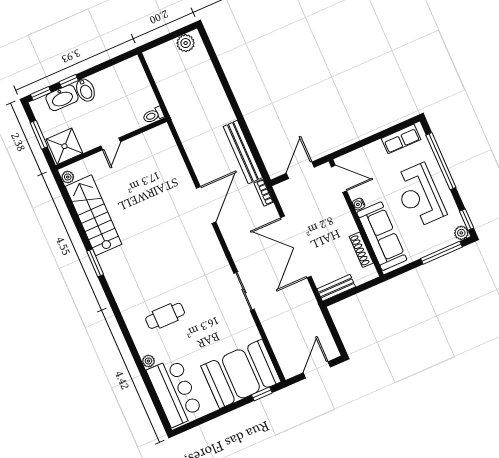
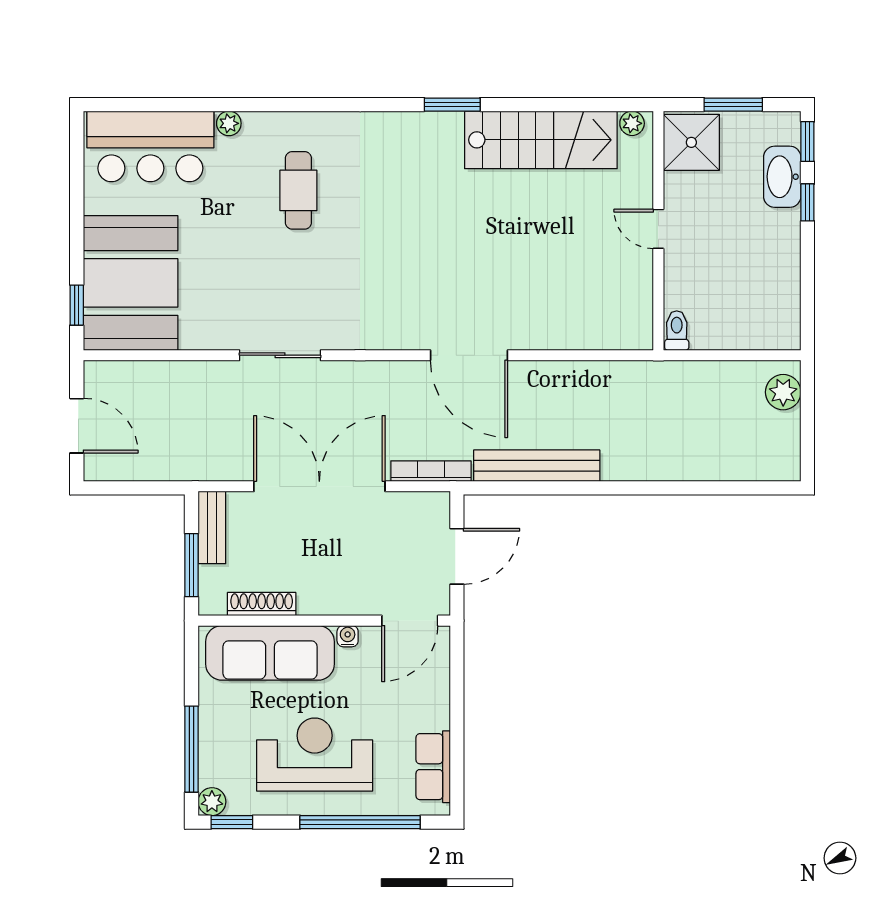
plant: (186, 43) -> (783, 392), moved
bidet: (85, 90) -> (777, 226), removed
door: (300, 170) -> (457, 556), hinge flipped
bookcase: (264, 193) -> (431, 471), width x1.56
window: (357, 290) -> (191, 565), added

